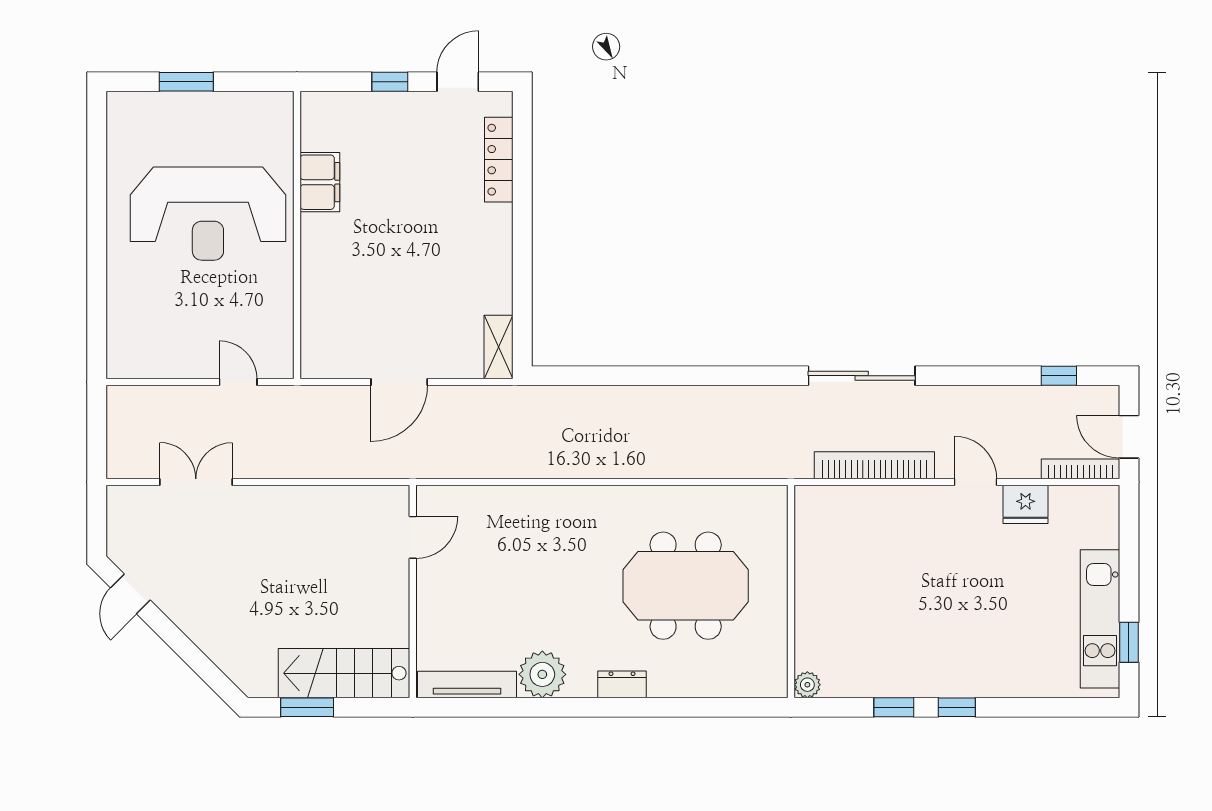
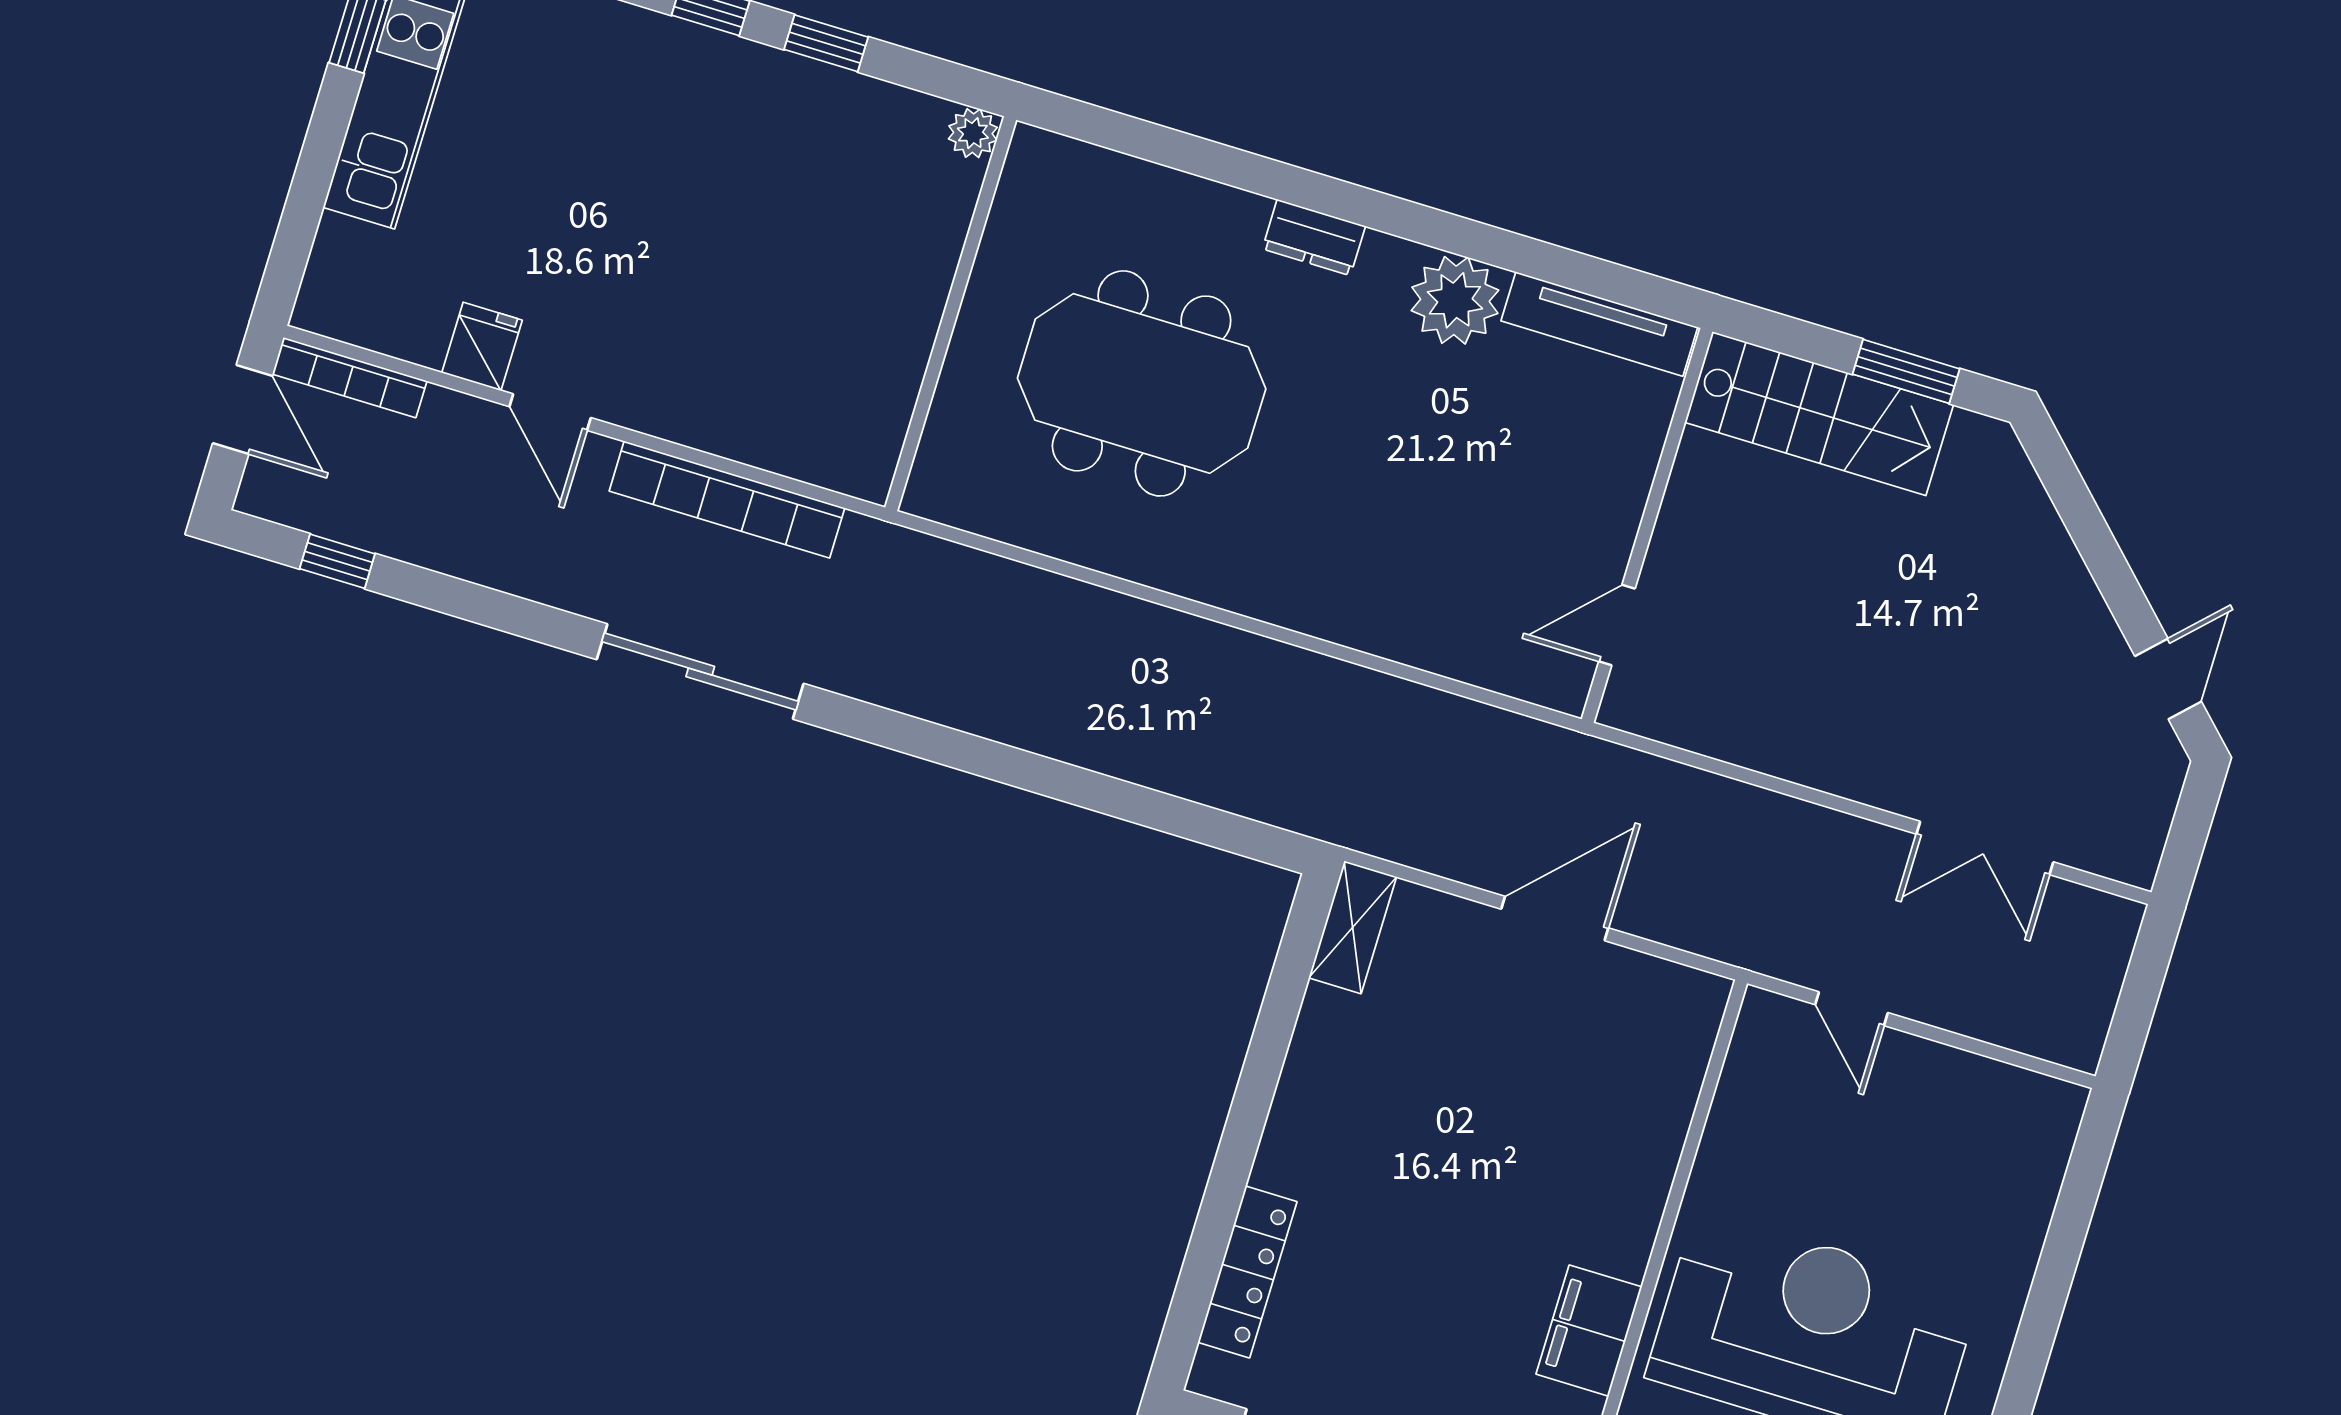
fridge: (1026, 504) -> (482, 346), width x0.72

